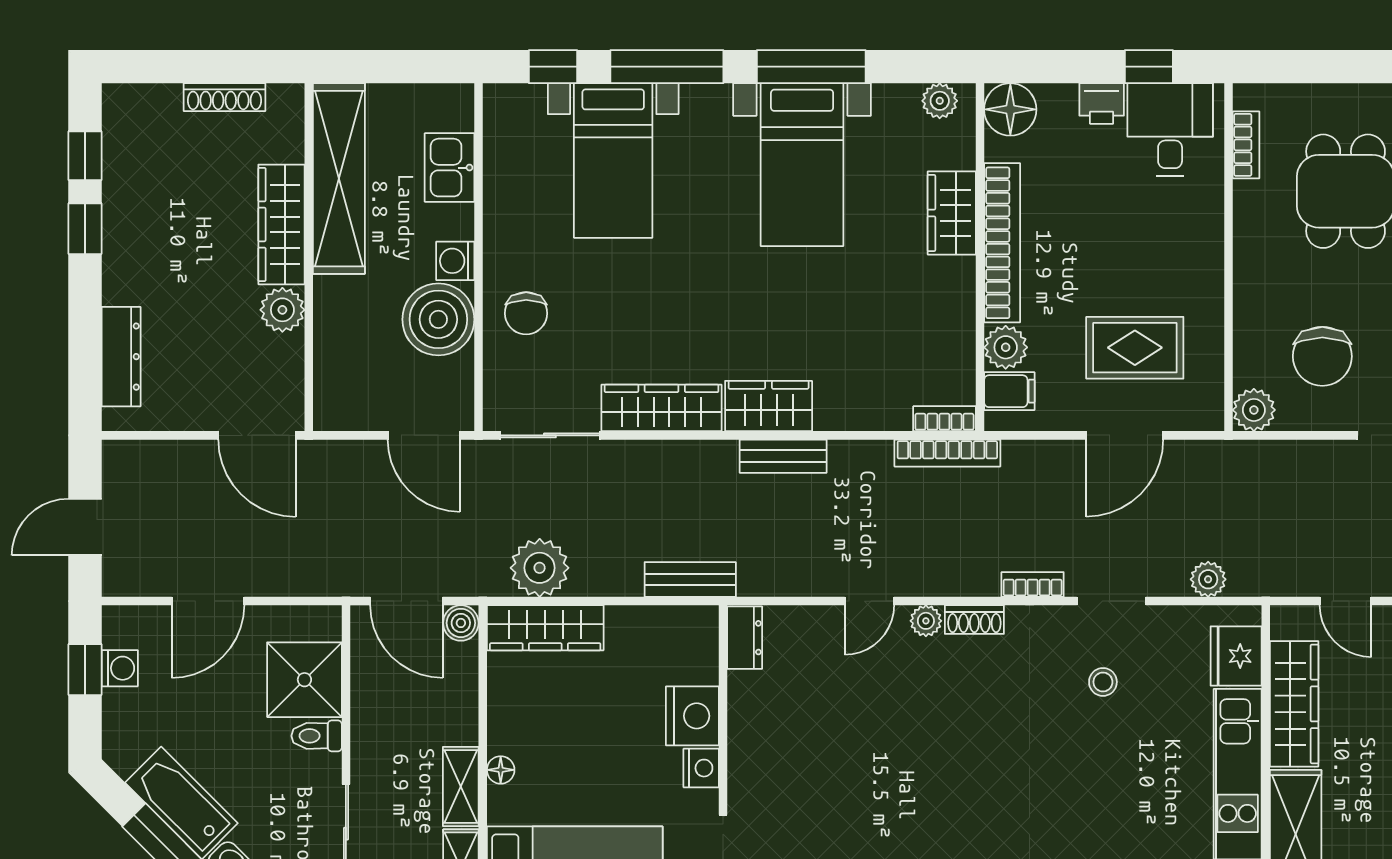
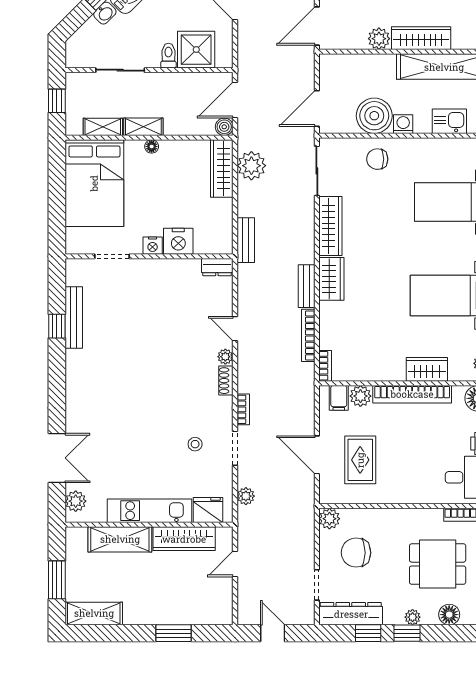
bookcase: (947, 453) -> (308, 335), moved

